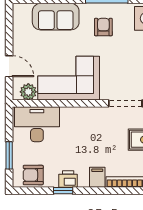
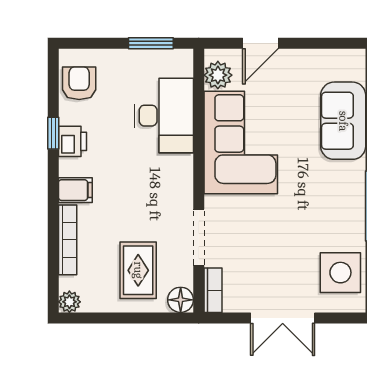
armchair: (103, 27) -> (326, 200), removed
desk: (37, 124) -> (164, 116), moved
window: (9, 155) -> (151, 43), moved

